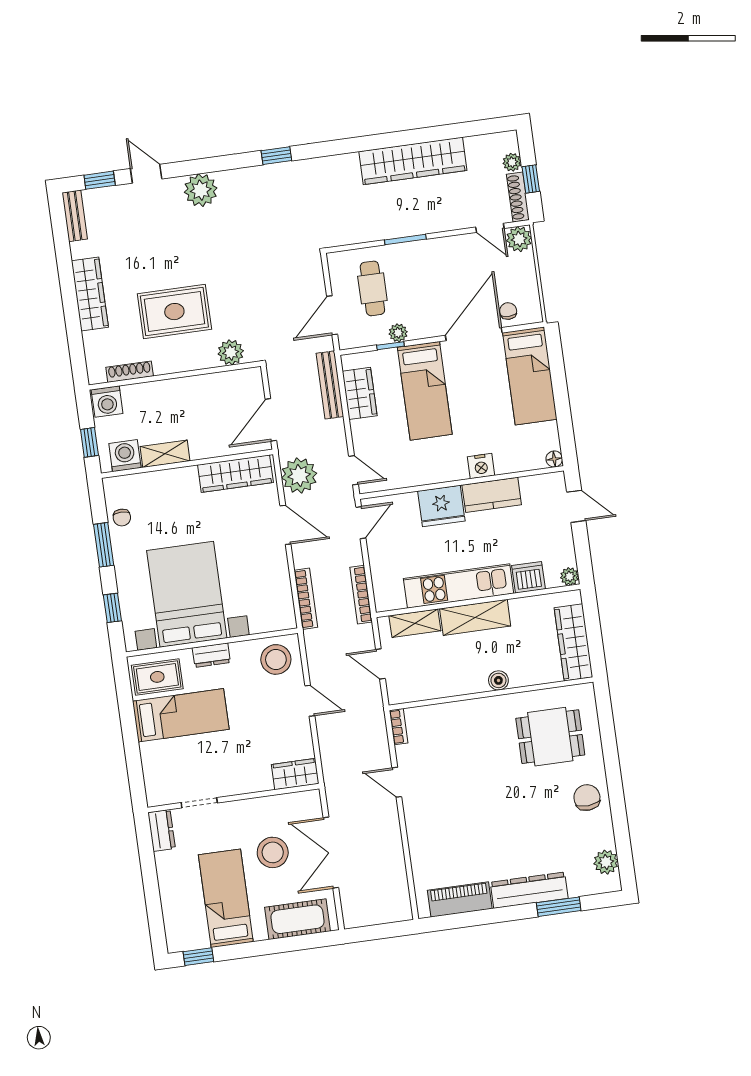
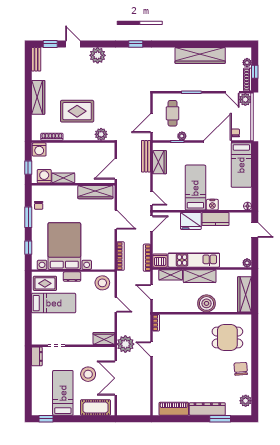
bed: (425, 391) -> (195, 188), moved, turned 180
plant: (299, 476) -> (125, 344), moved
dishwasher: (529, 577) -> (160, 261), moved
boiler: (498, 680) -> (207, 303), width x1.86, depth x1.86

